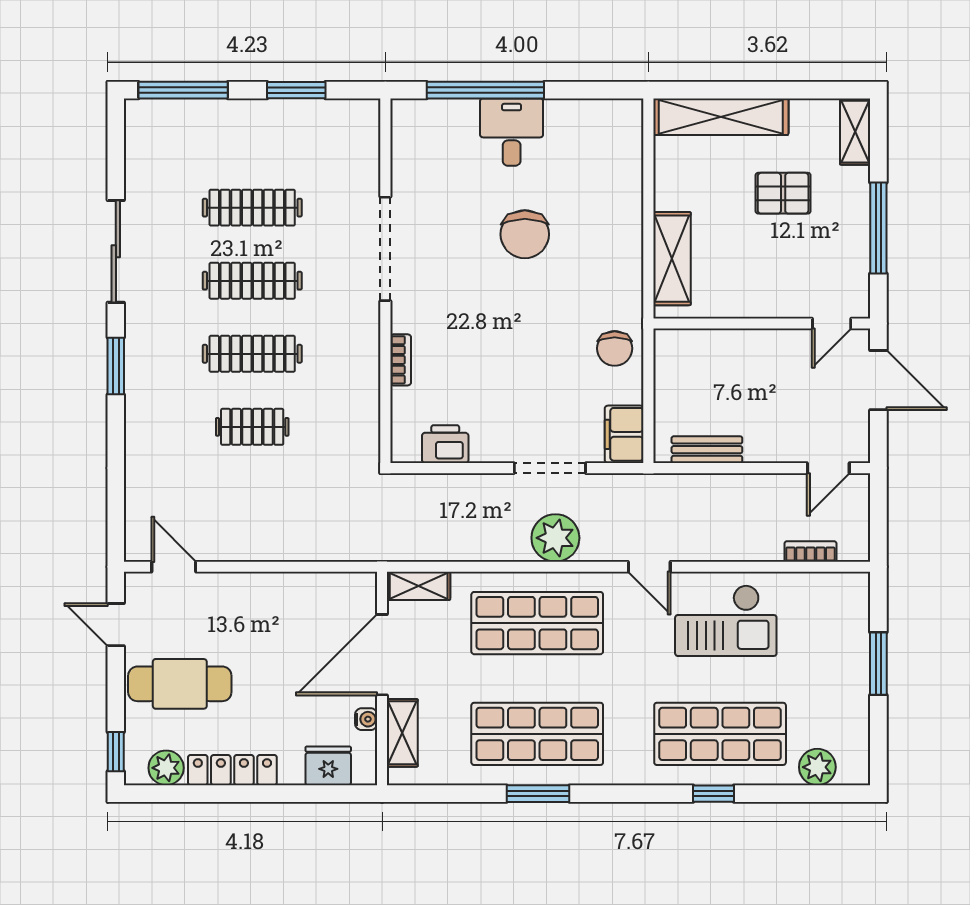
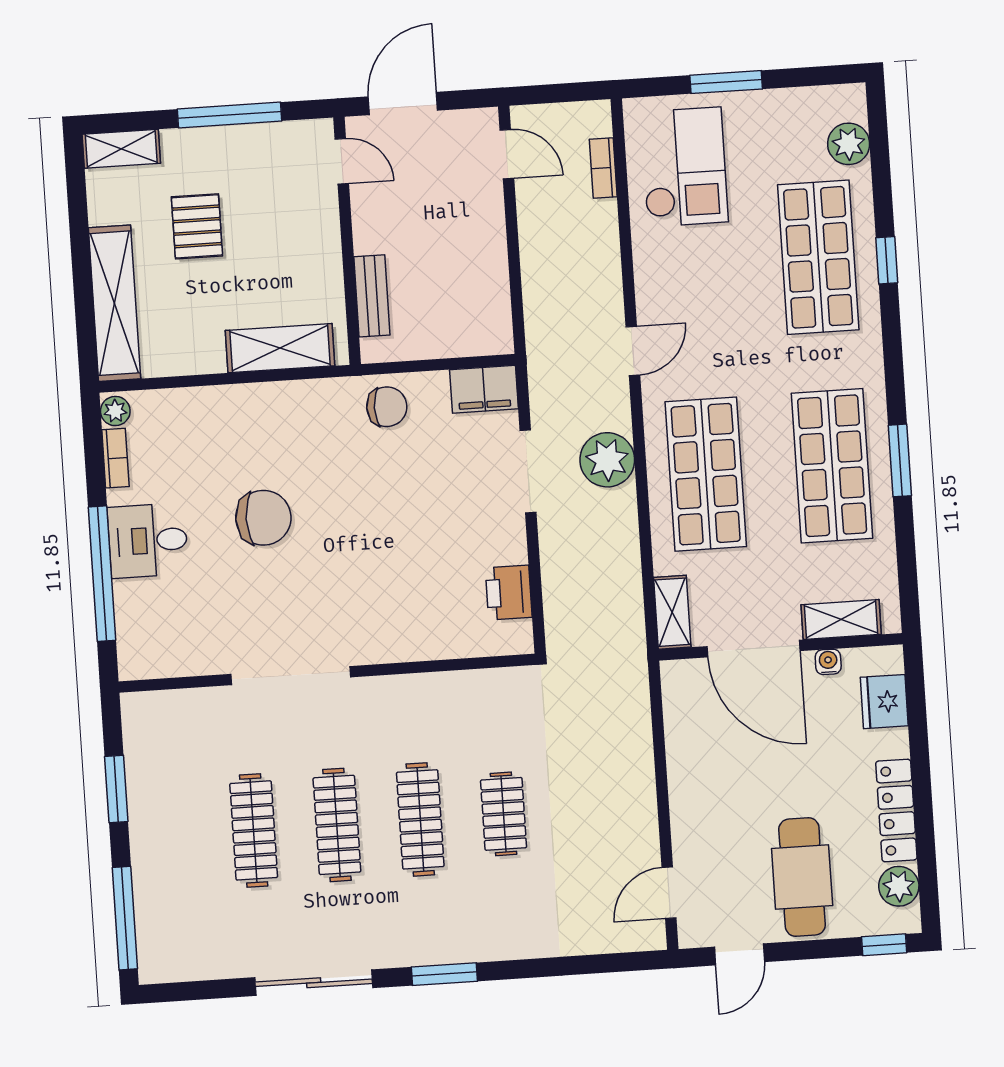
plant: (627, 111) -> (115, 411), added
bookcase: (401, 360) -> (115, 458), moved, turned 90
bench: (707, 450) -> (372, 296), moved
checkout: (726, 621) -> (684, 167), moved

